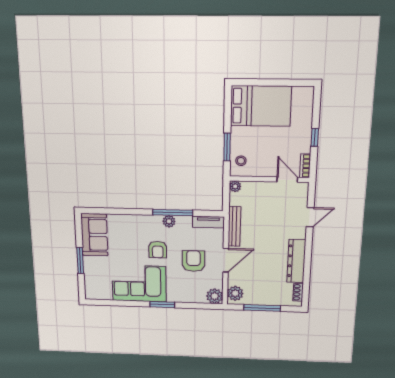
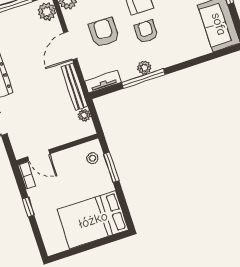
plant: (235, 186) -> (84, 115), moved
armchair: (193, 261) -> (104, 32), turned 180

